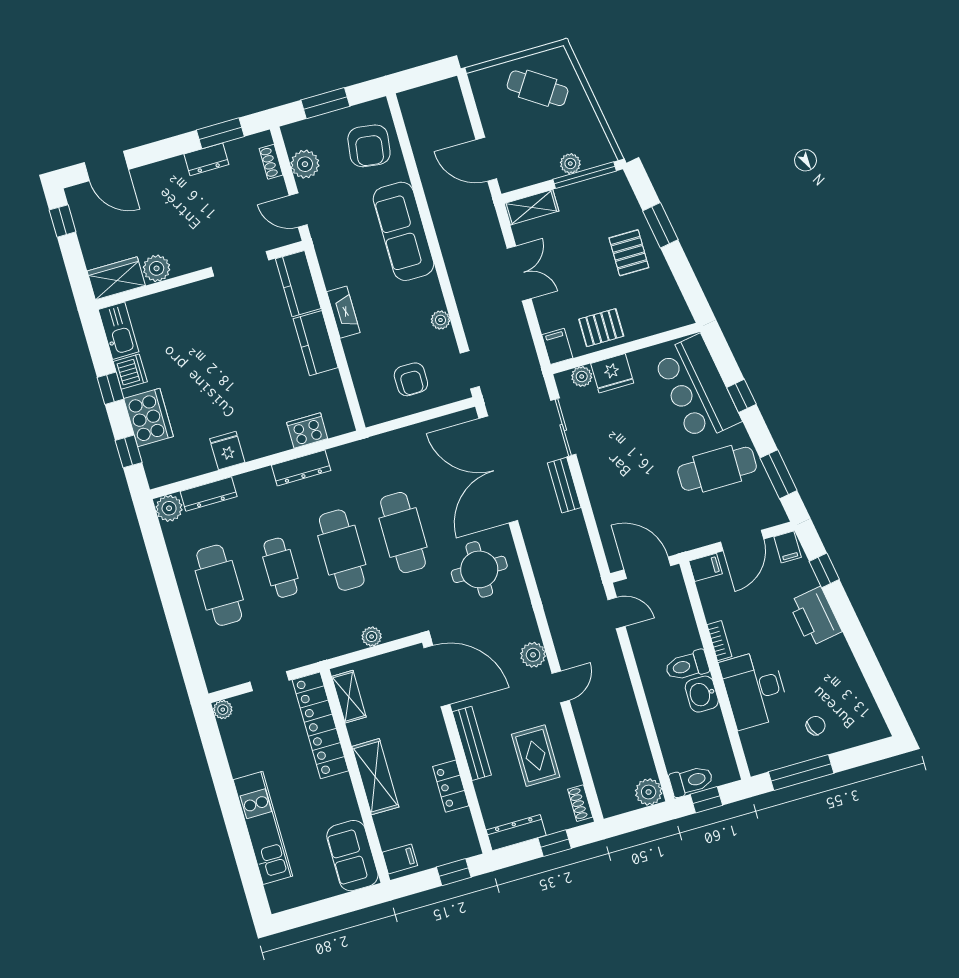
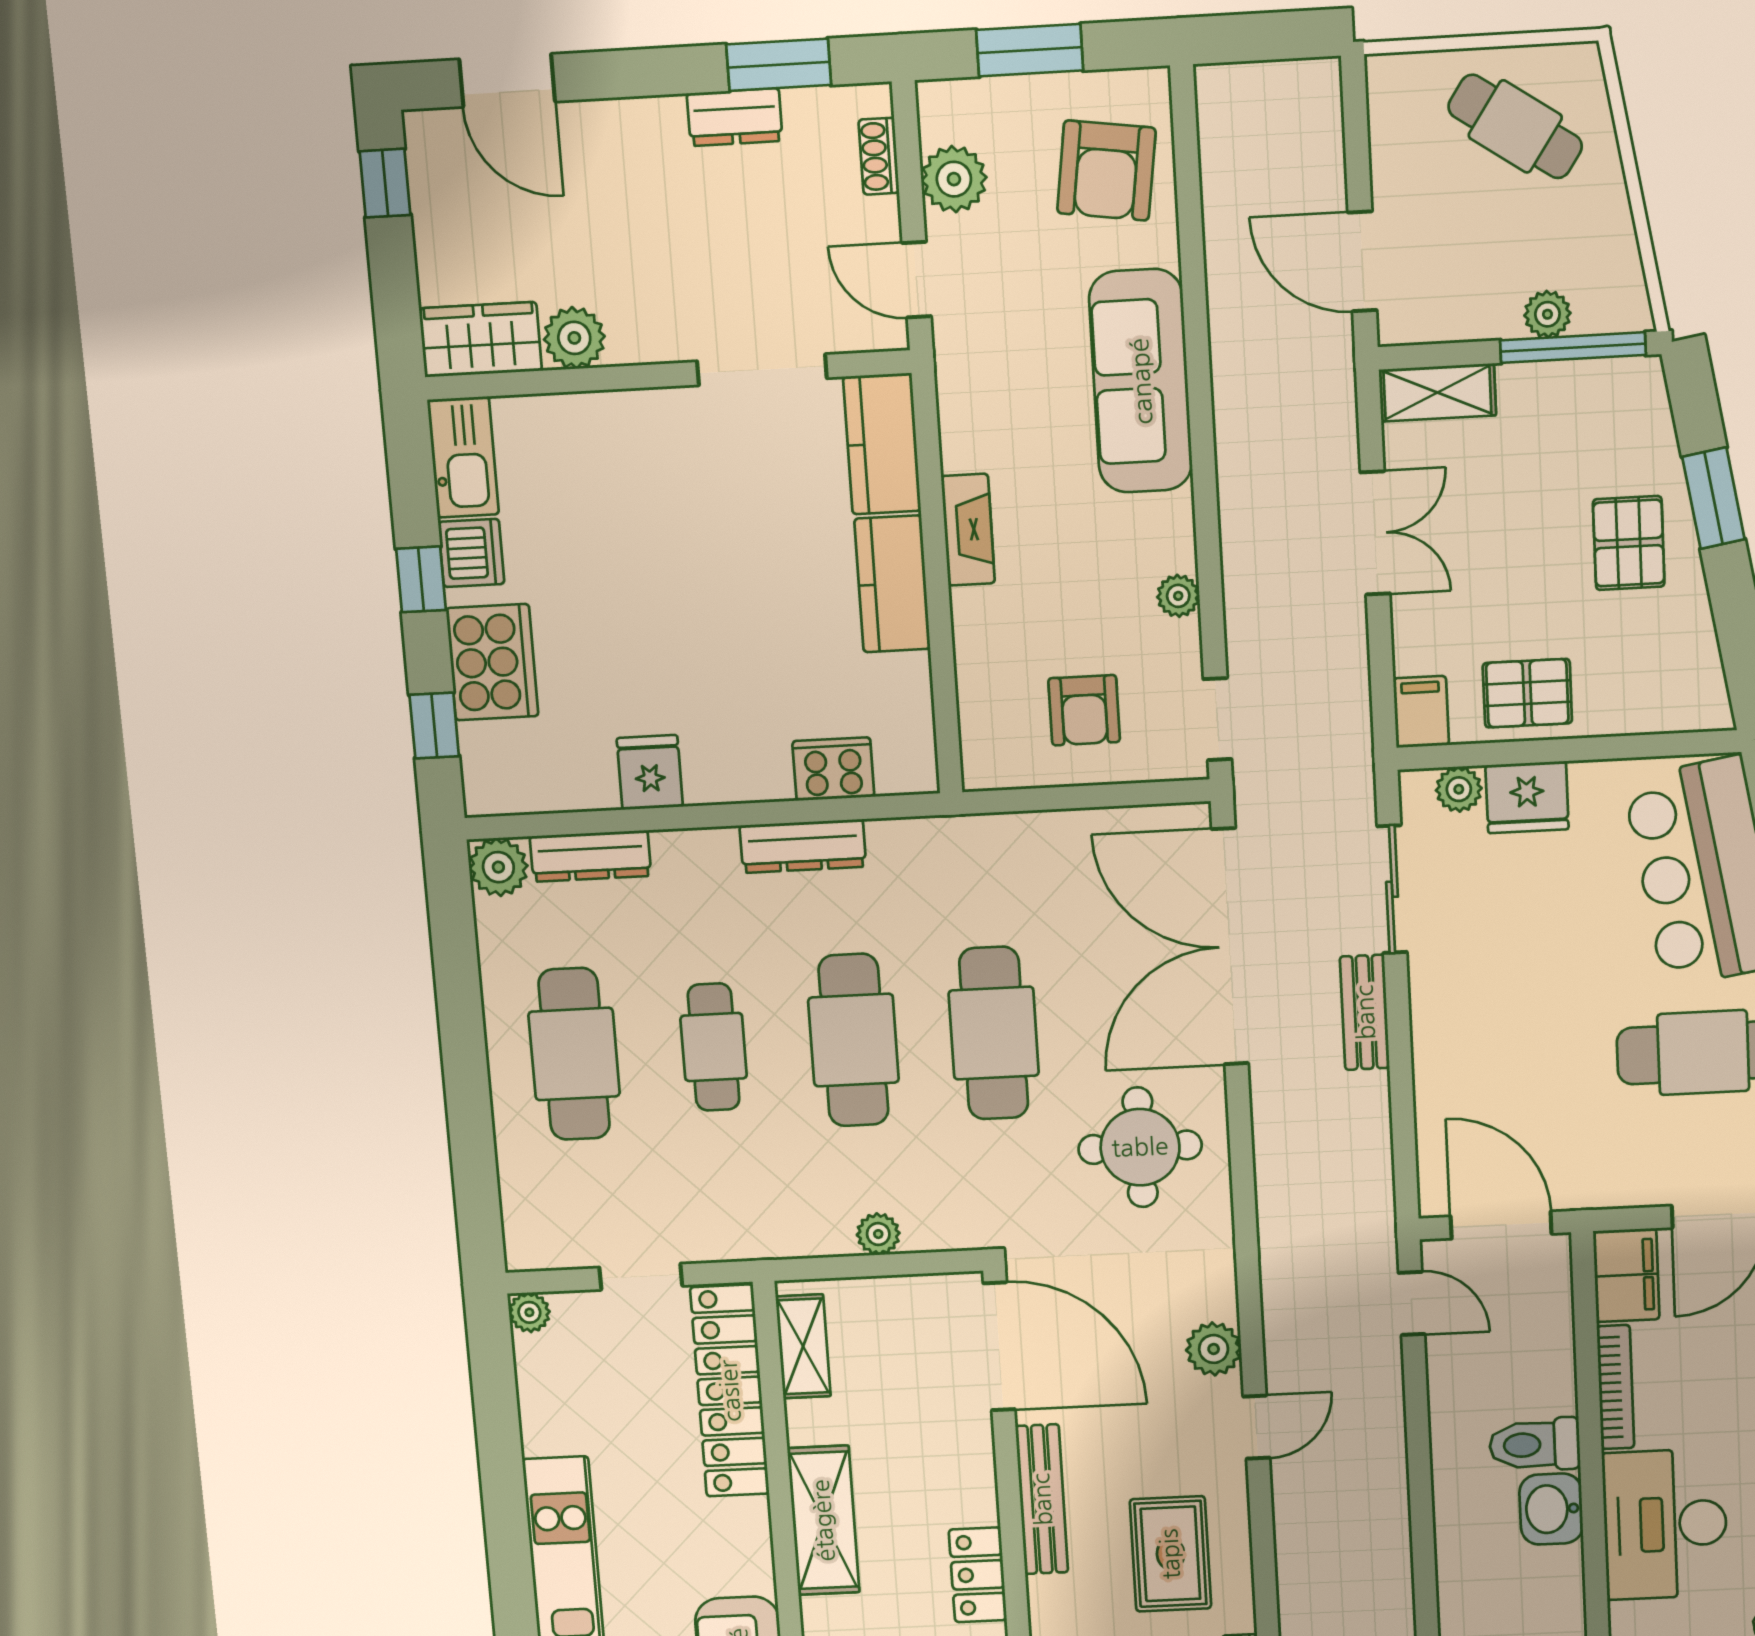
filing cabinet: (706, 567) -> (1626, 1275), width x2.00
bookcase: (719, 641) -> (1615, 1387), width x1.56

